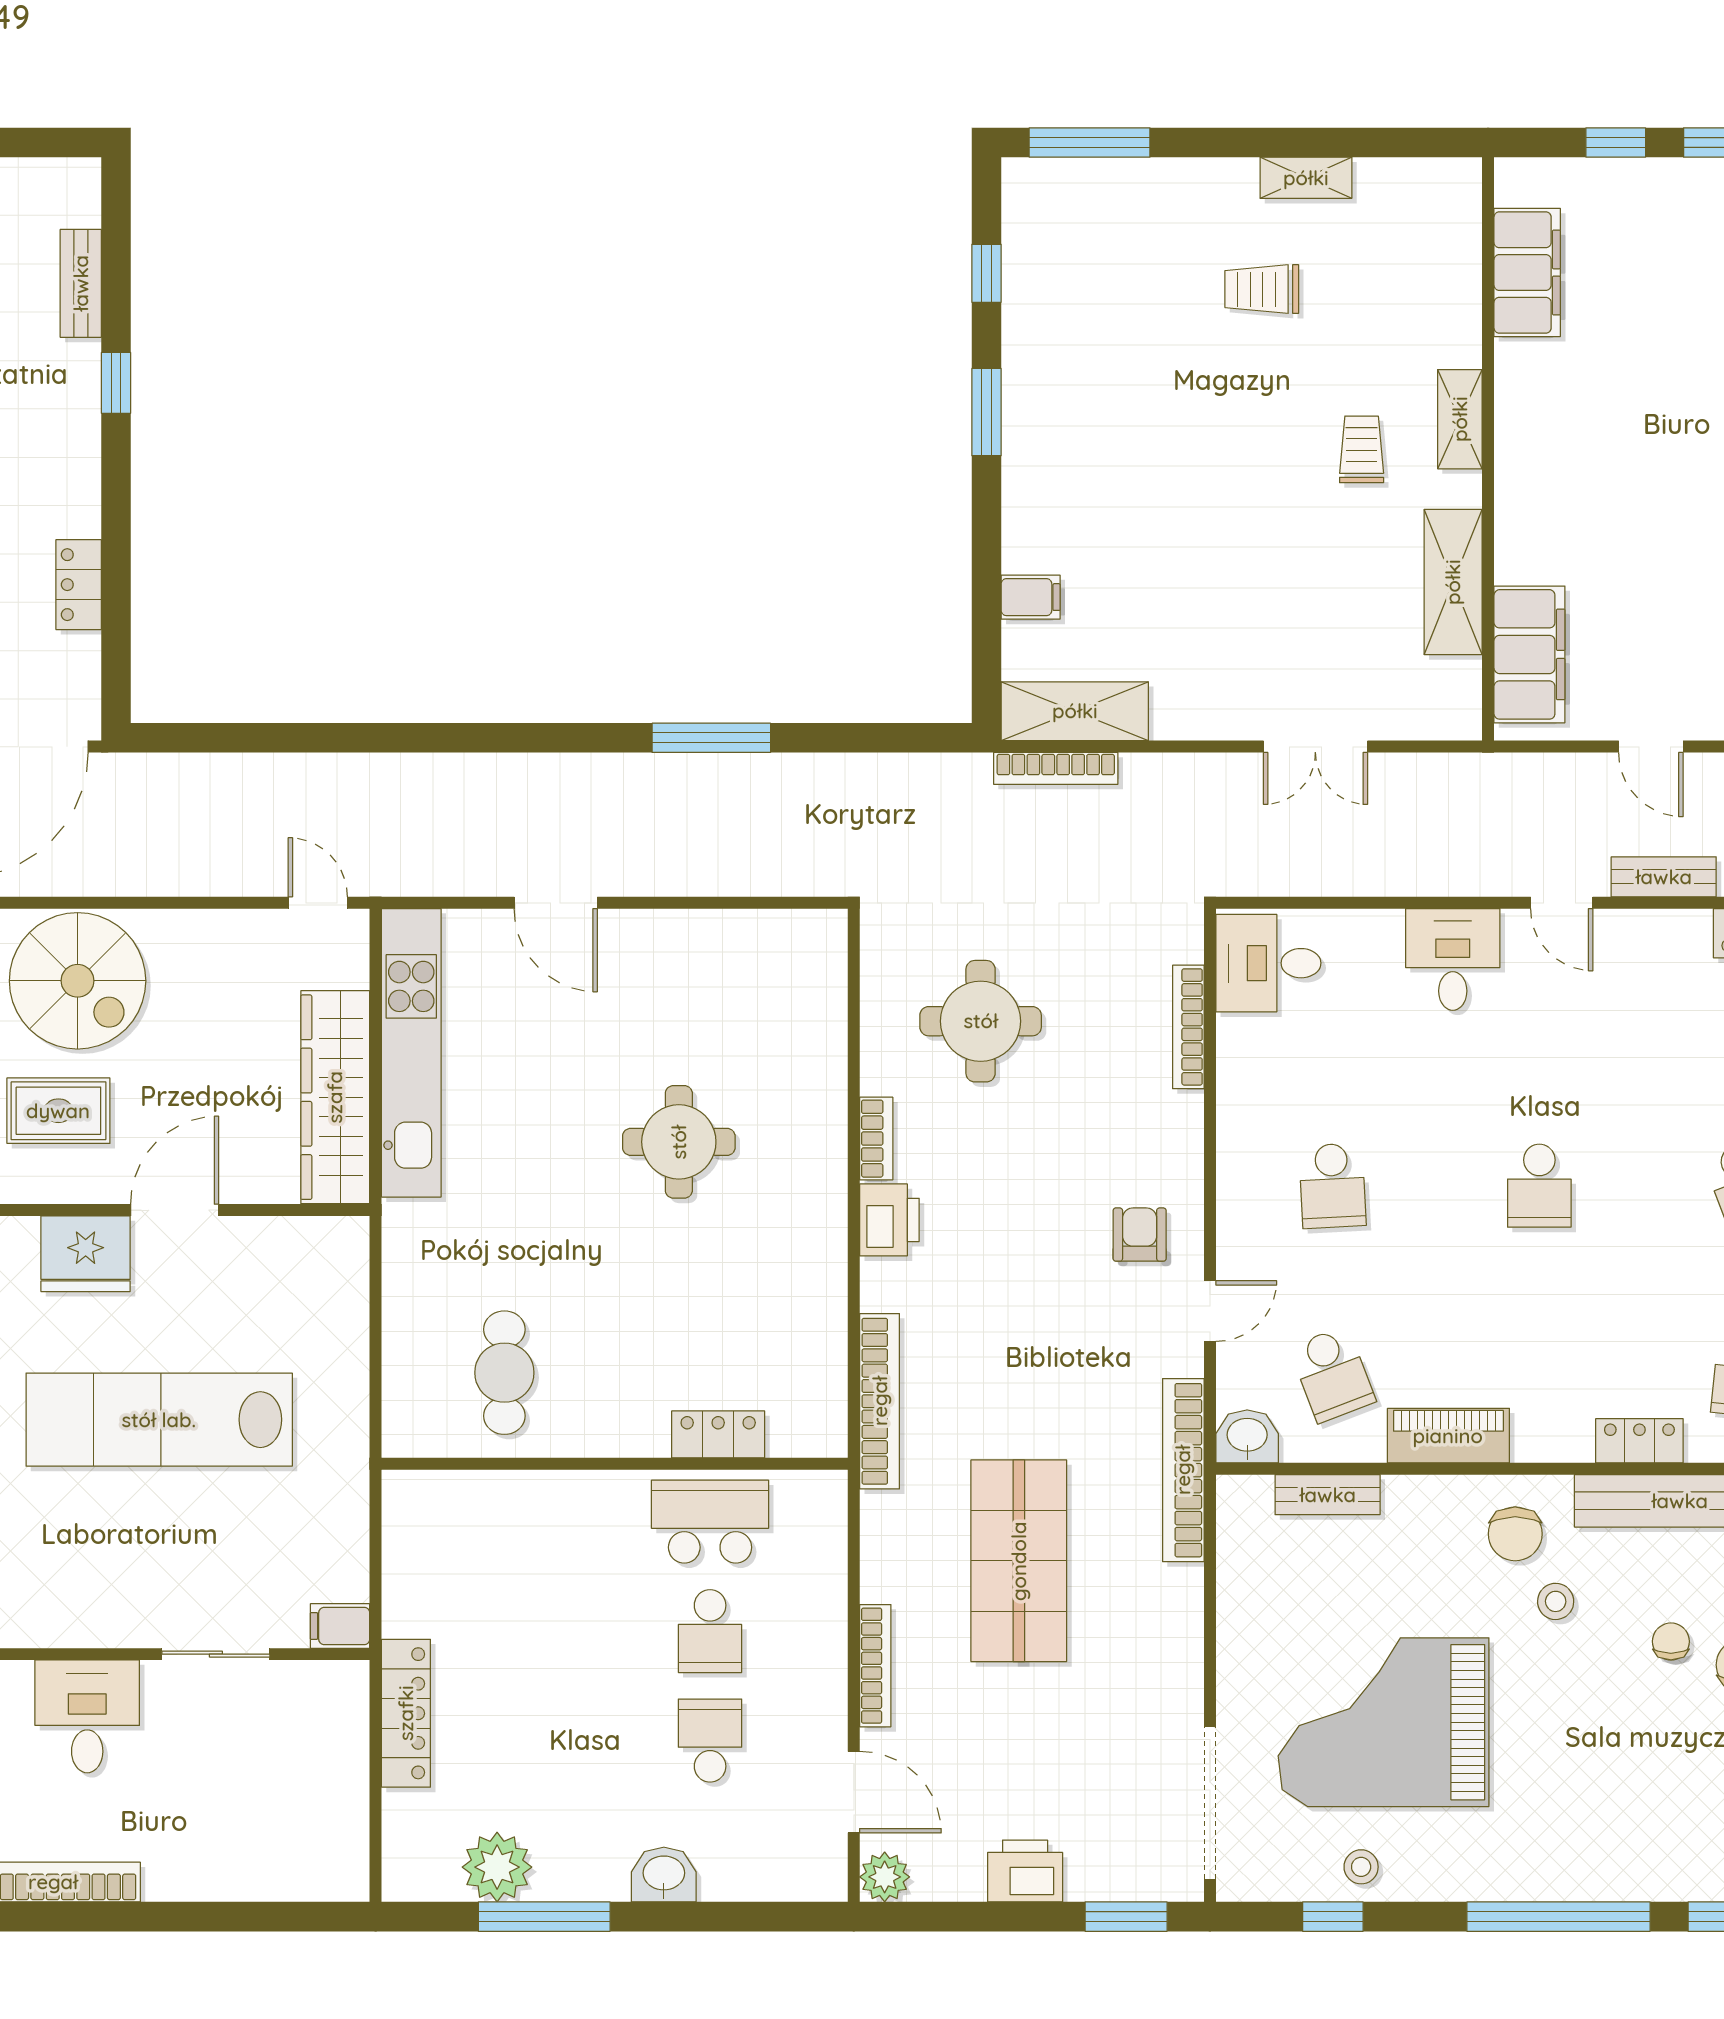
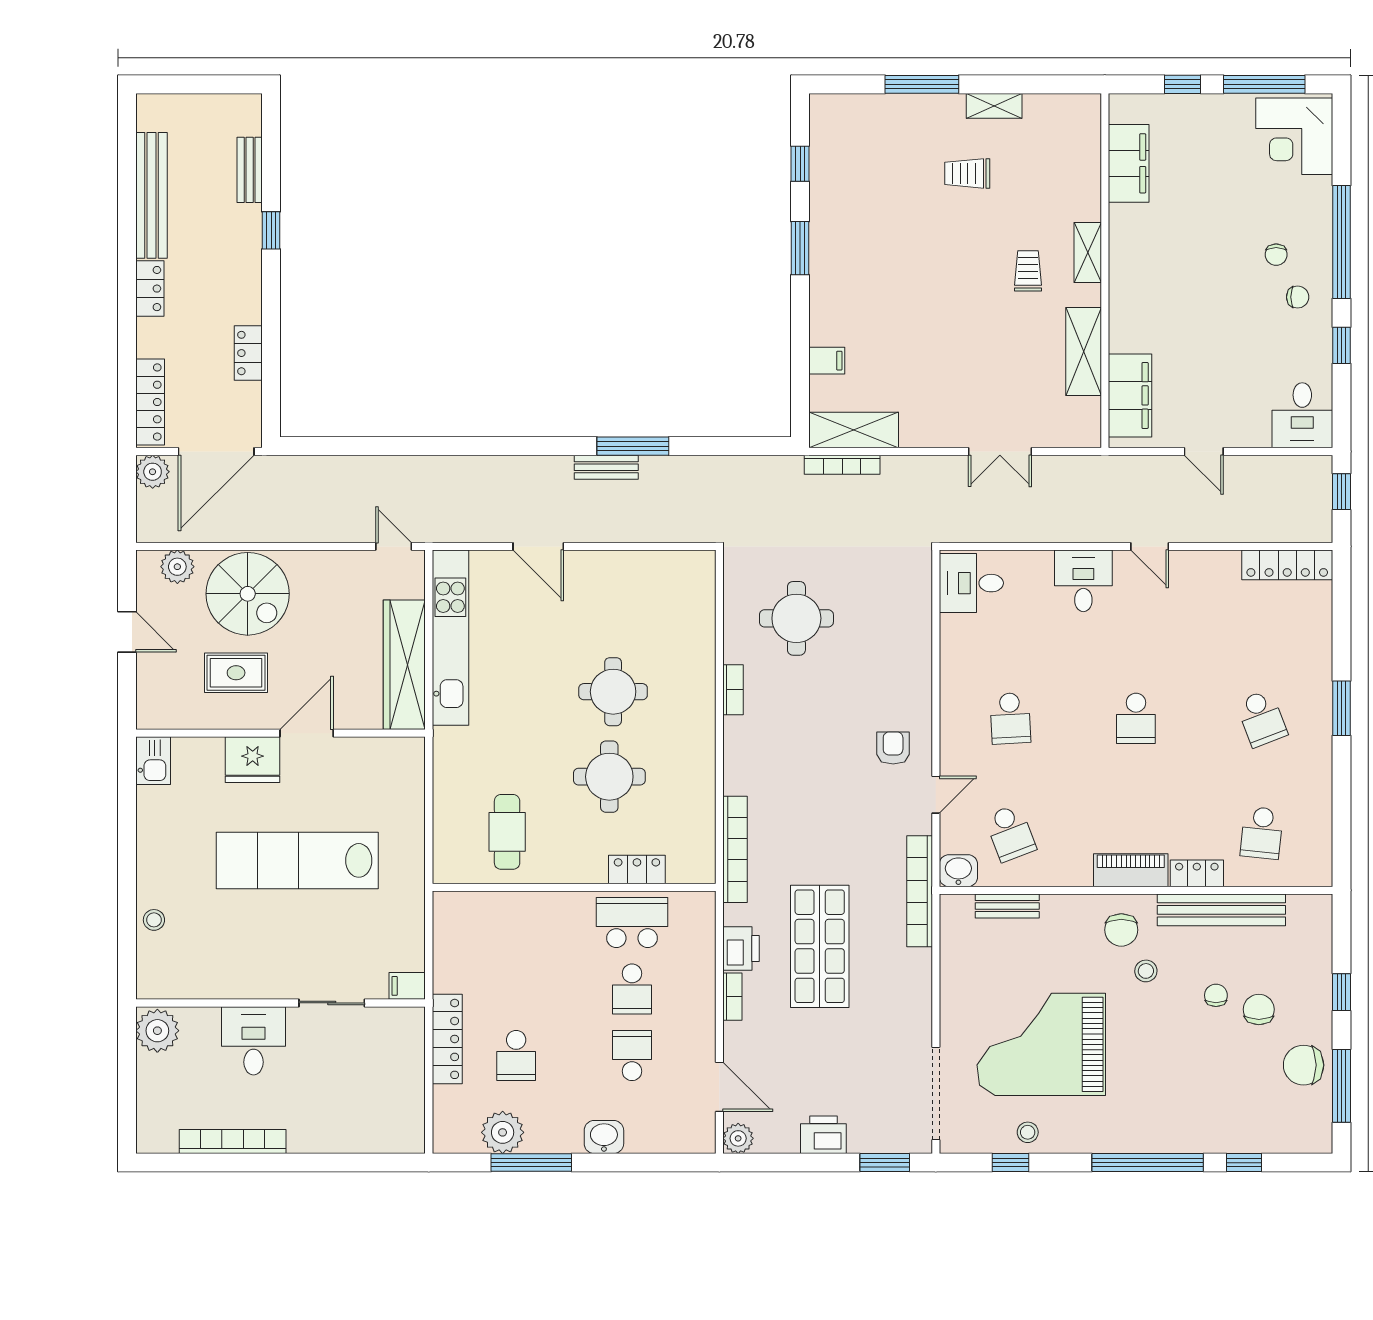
window: (1090, 142) -> (922, 84), moved
bench: (1664, 877) -> (606, 467), moved
bookcase: (1188, 1027) -> (923, 622), removed
printer: (889, 1220) -> (741, 949), moved
round table: (673, 1282) -> (609, 777), added
piano: (1448, 1436) -> (1131, 870), moved
bookcase: (875, 1666) -> (732, 997), width x0.64
school desk: (519, 1741) -> (516, 1056), added

